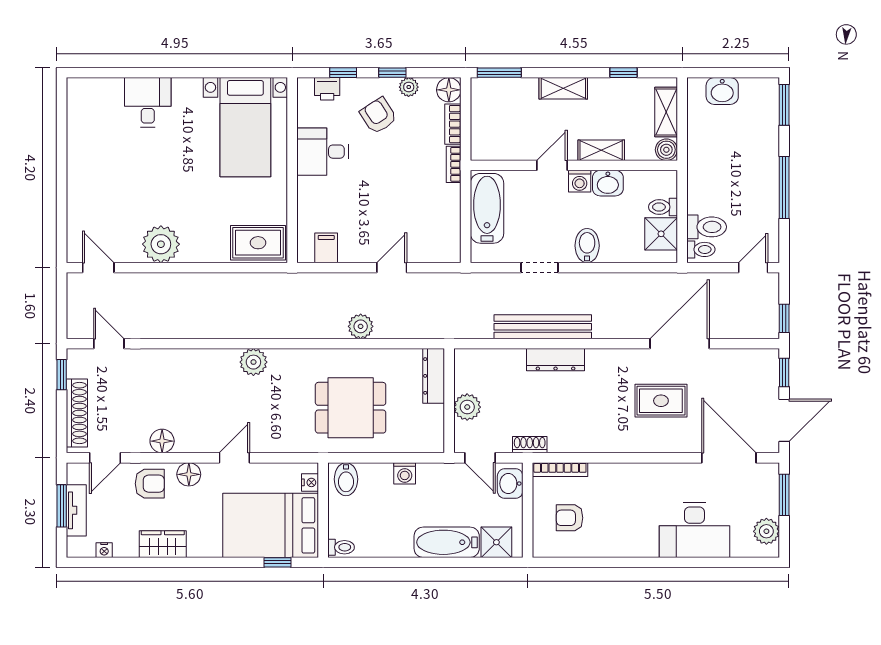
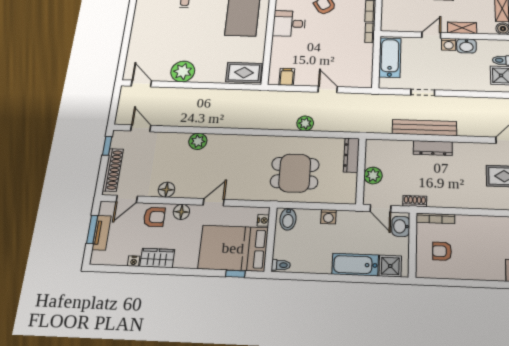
bidet: (587, 246) -> (454, 81), removed
door: (392, 268) -> (328, 89), hinge flipped
plant: (253, 362) -> (198, 141), moved
nightstand: (104, 550) -> (134, 261), moved

